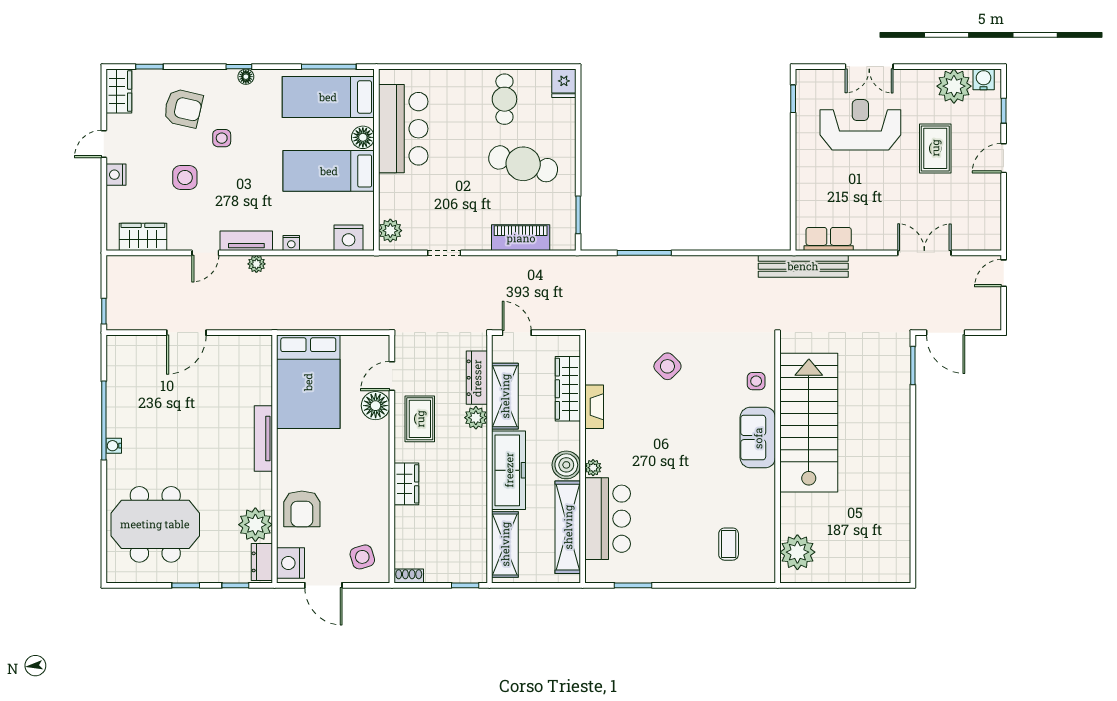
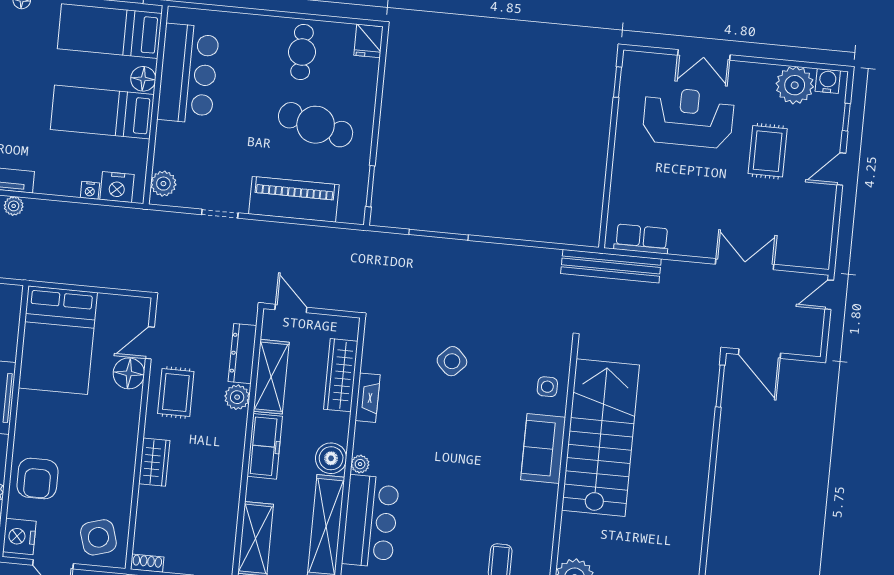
piano: (521, 238) -> (294, 199), width x1.37, depth x1.33
nightstand: (291, 243) -> (90, 190), moved
freezer: (509, 470) -> (265, 446), width x0.73, depth x0.79
side table: (362, 557) -> (98, 537), width x1.37, depth x1.37

